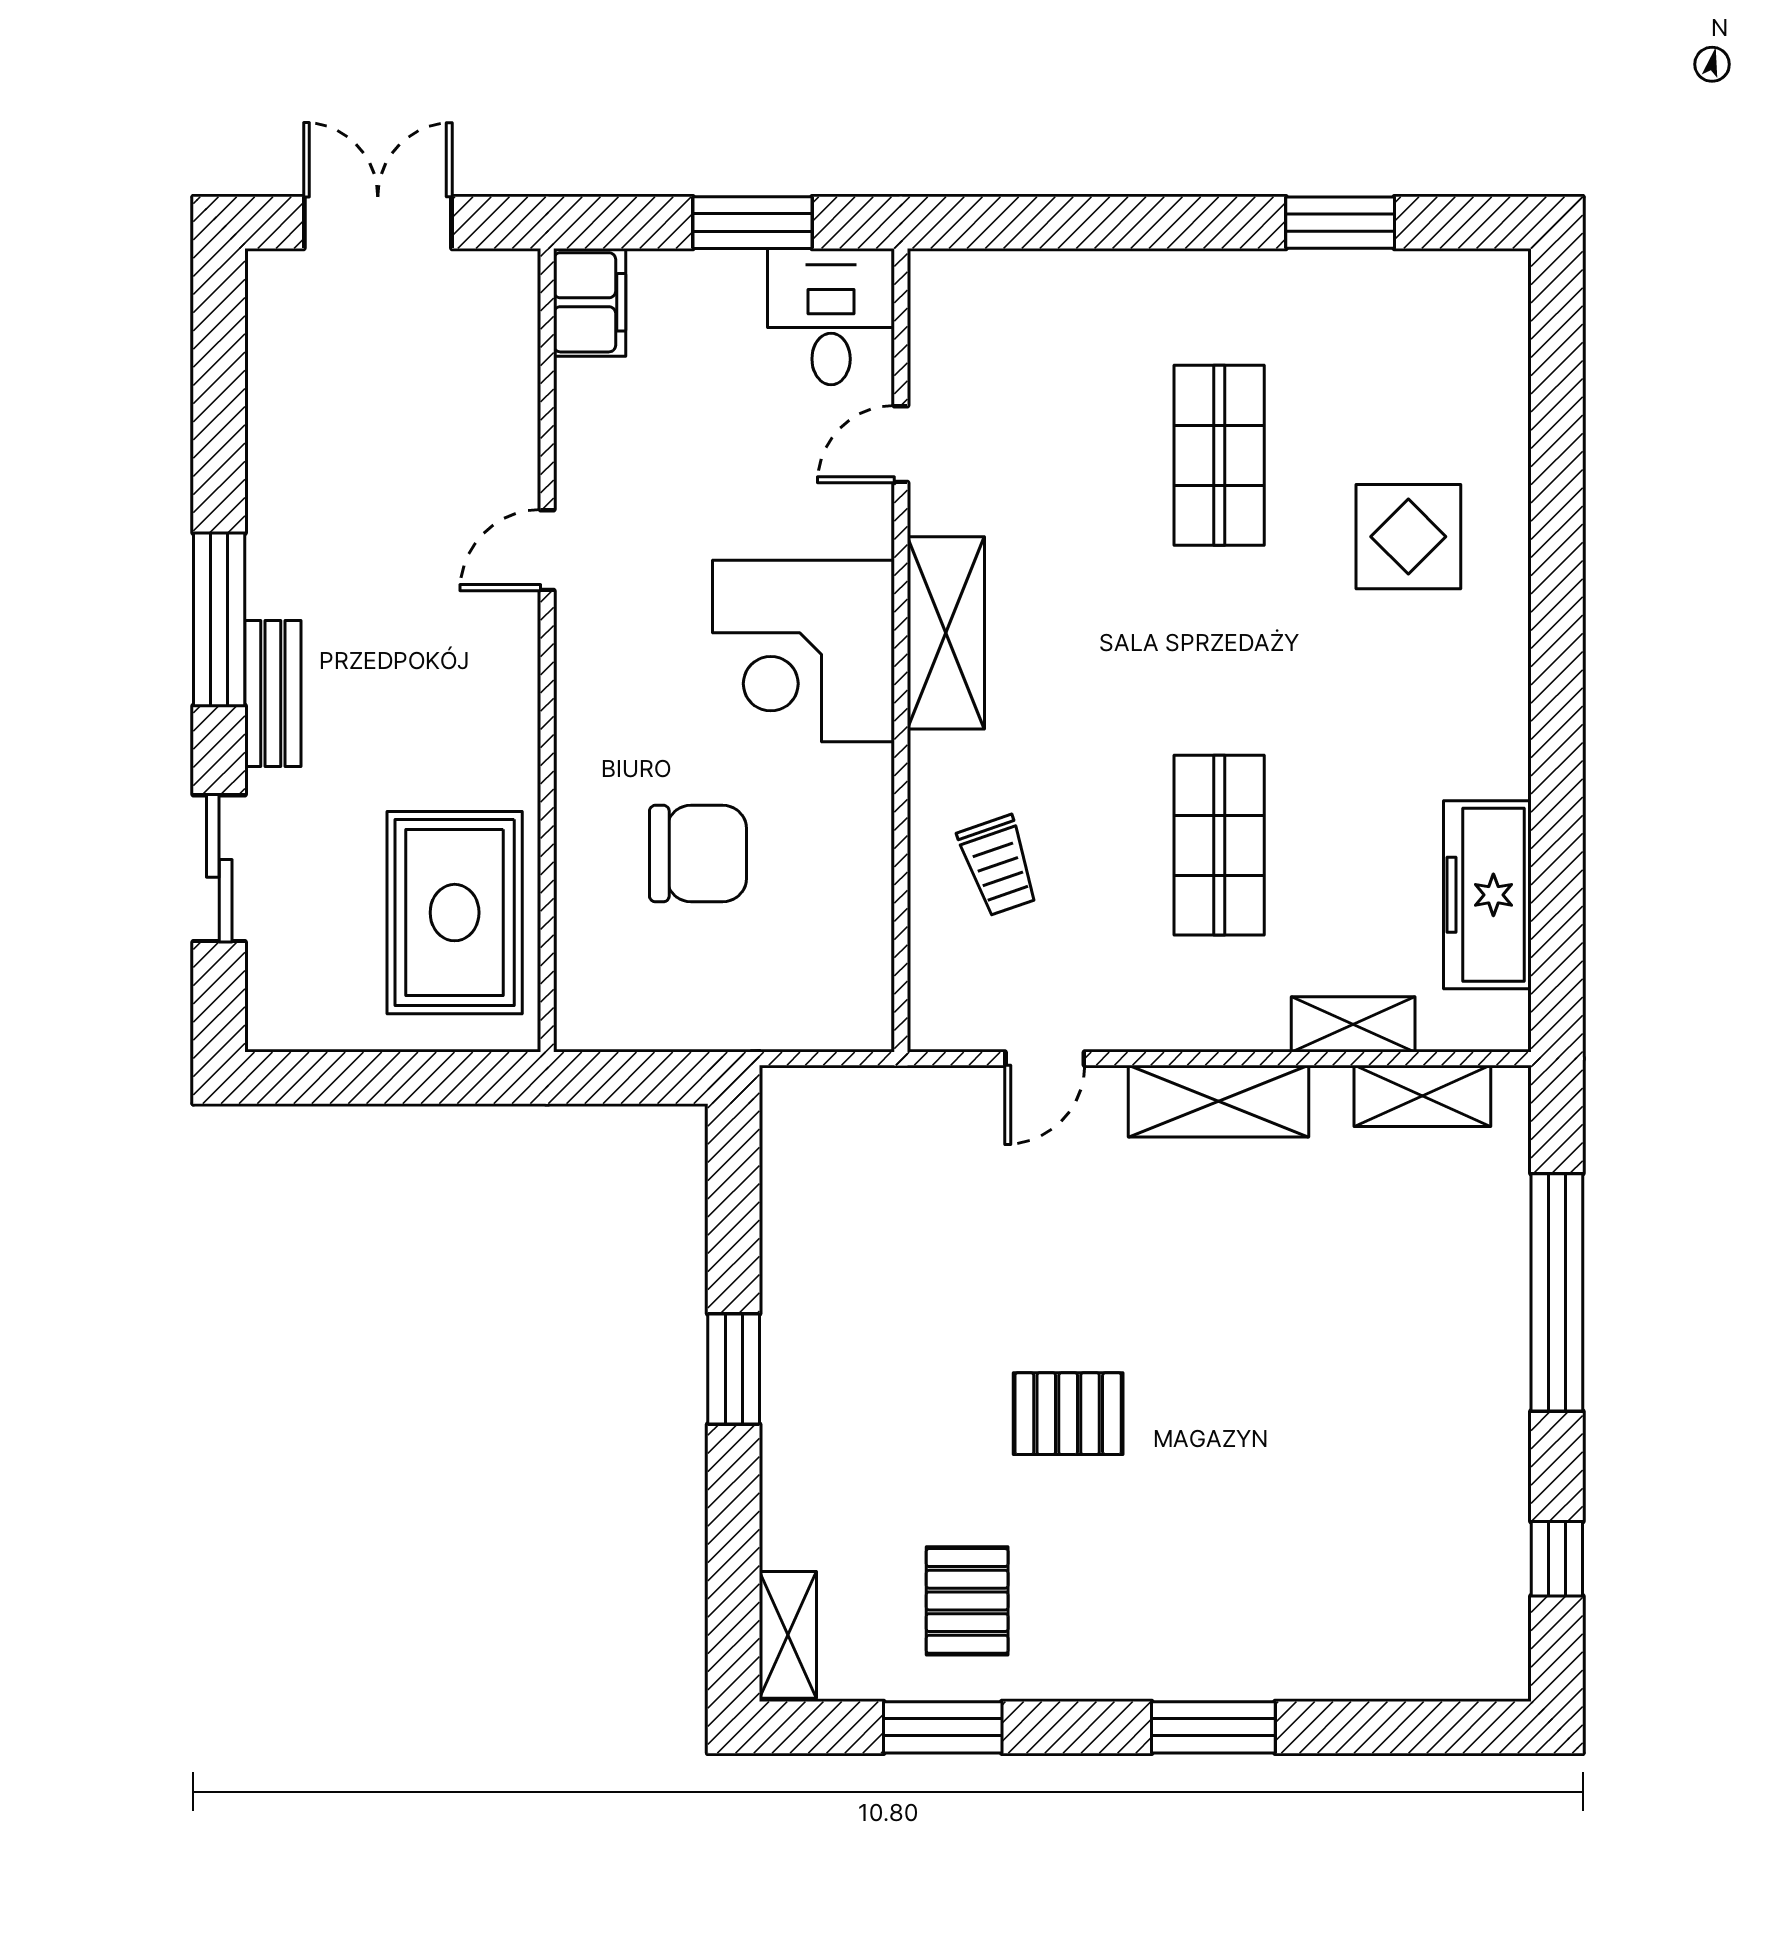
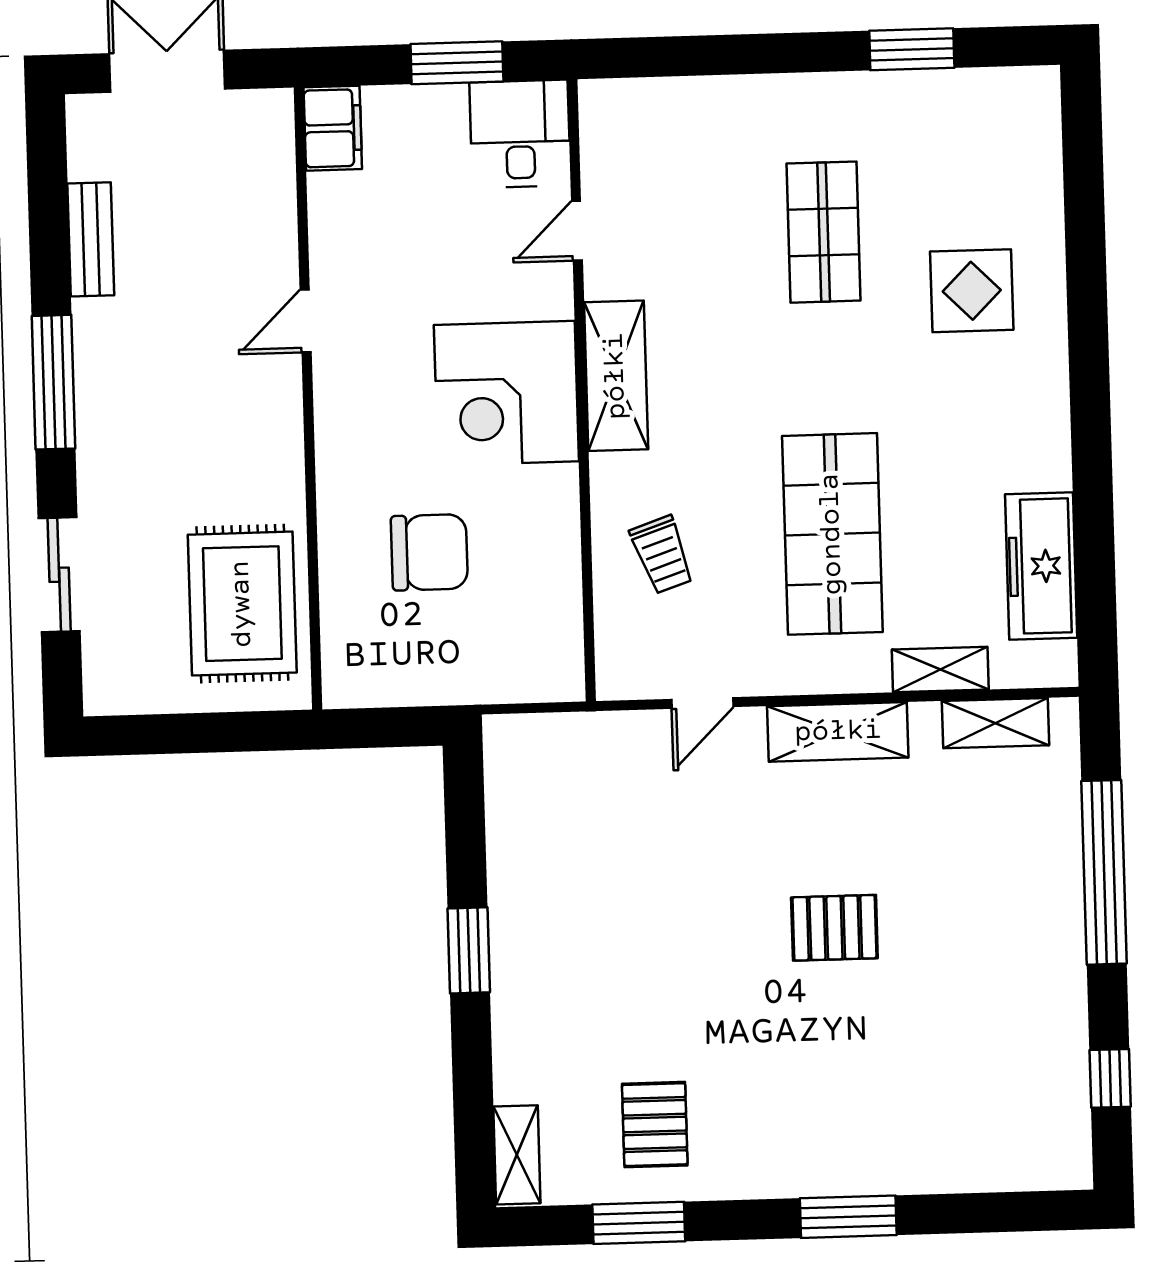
bench: (273, 694) -> (91, 239), moved
shop shelf: (1219, 845) -> (832, 534), width x1.43, depth x1.36
pallet: (1068, 1414) -> (834, 928), moved

